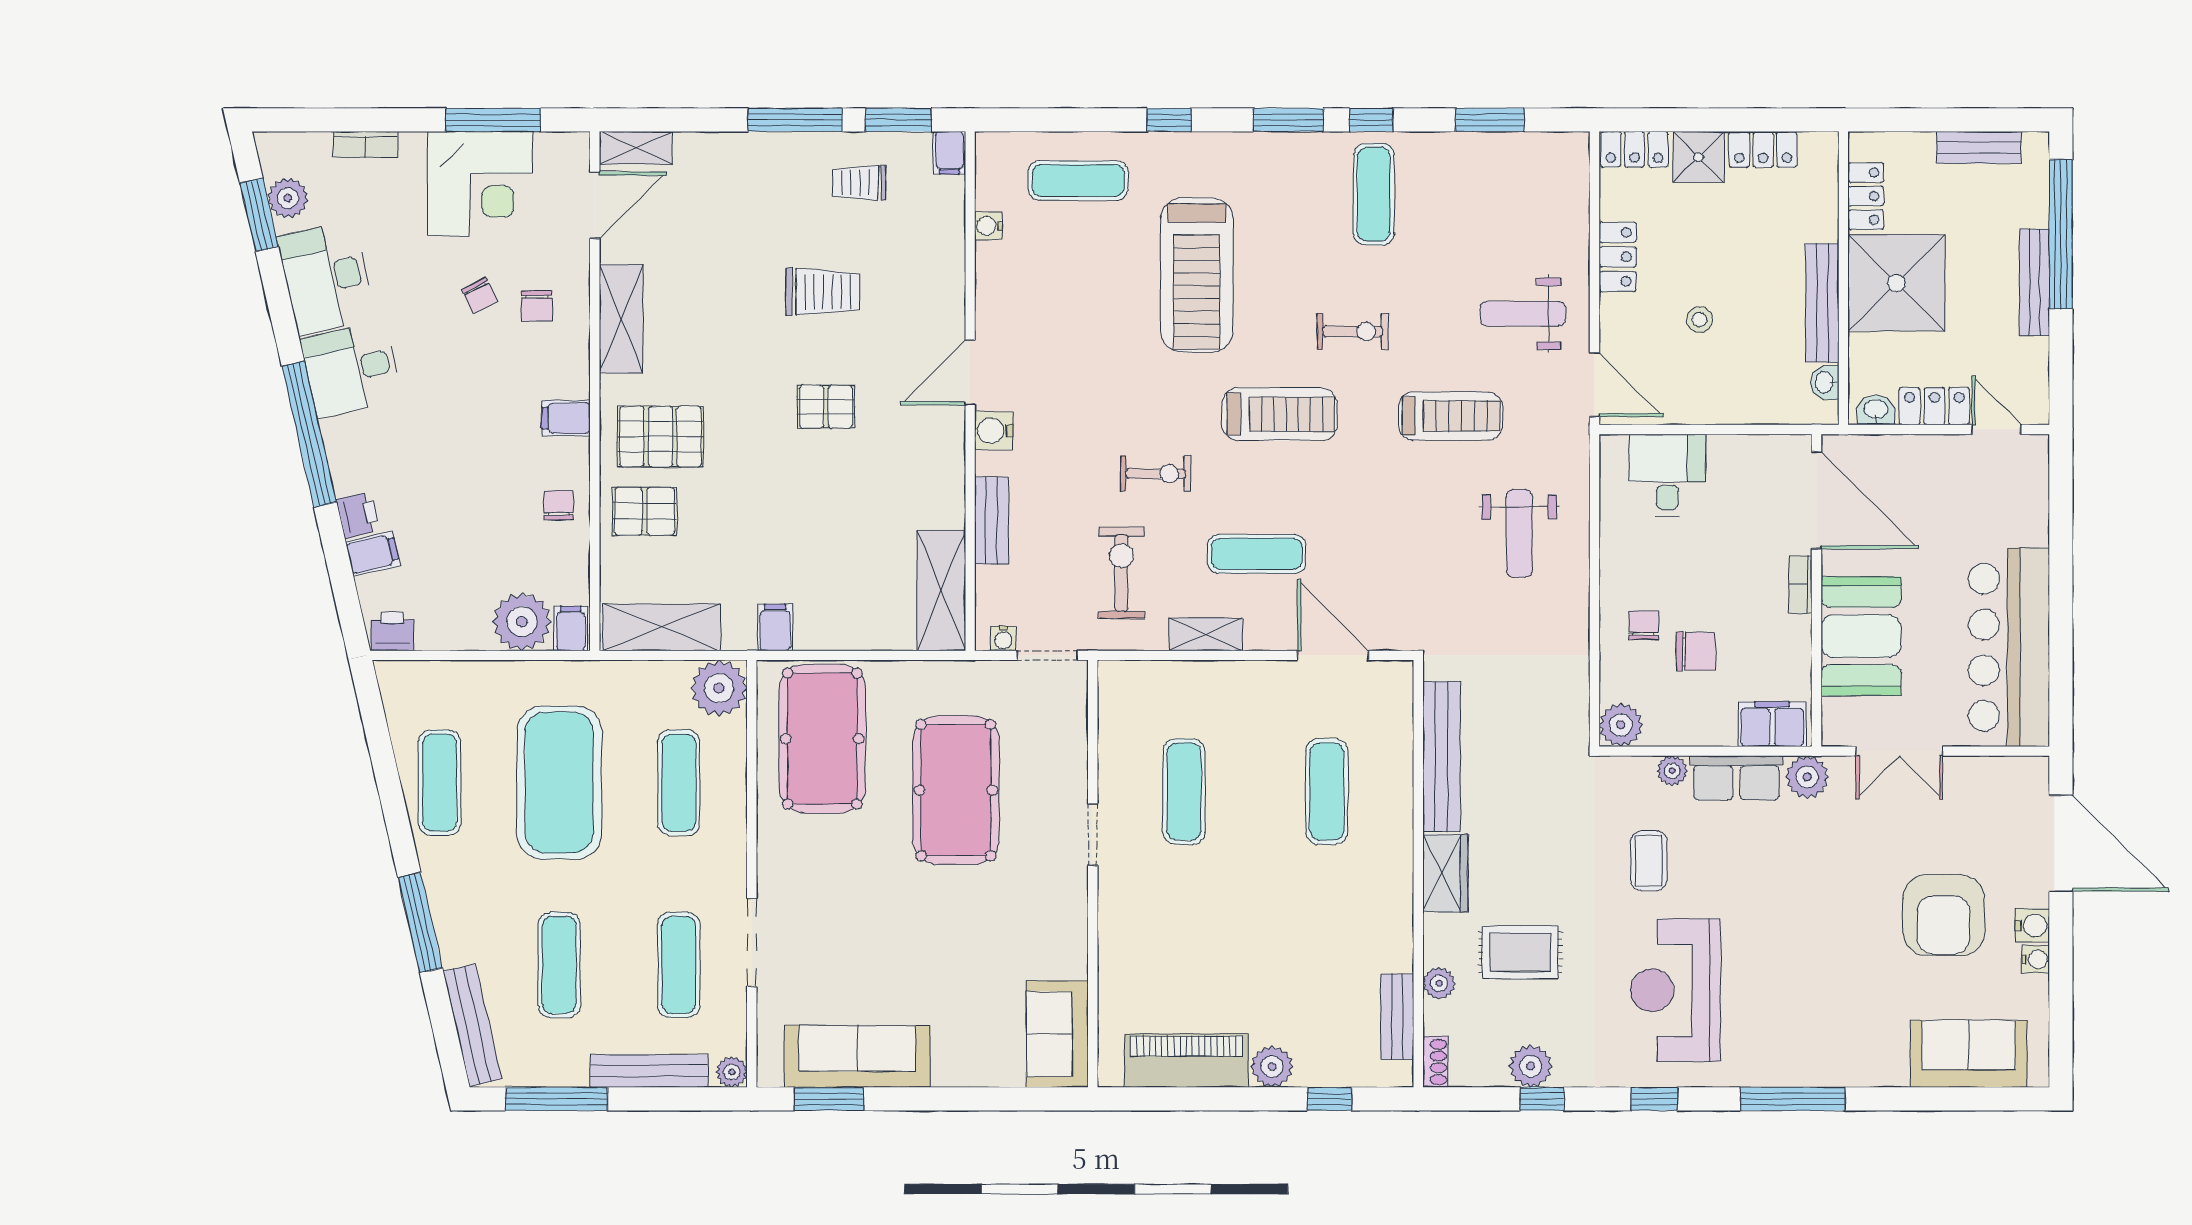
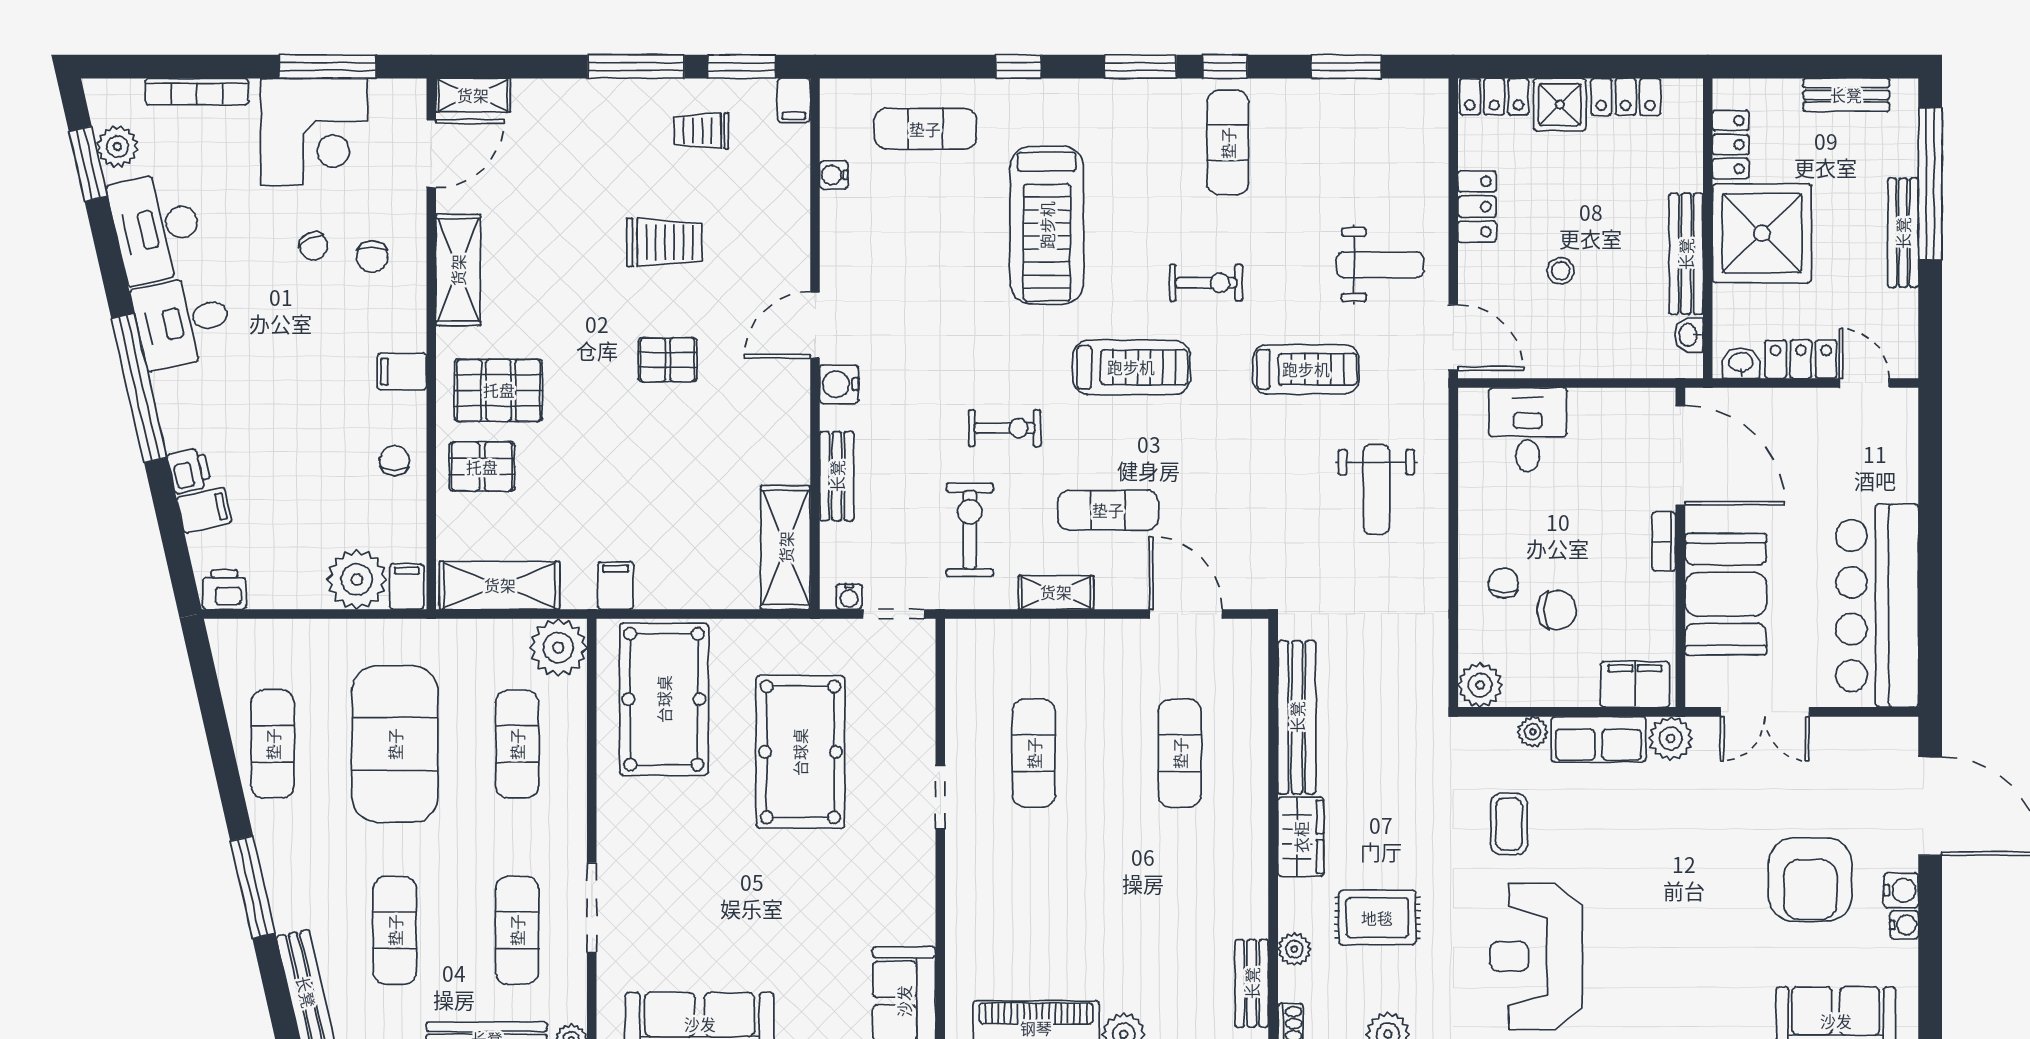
bookcase: (366, 144) -> (197, 92), width x1.56
weight bench: (1523, 314) -> (1380, 265), turned 180

